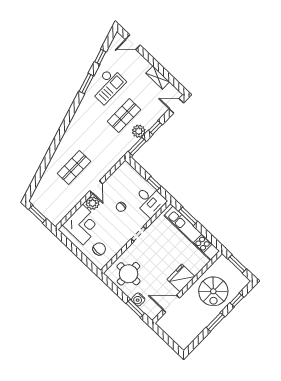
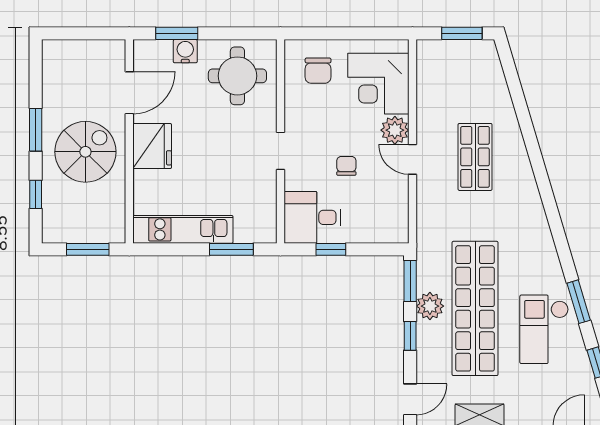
shop shelf: (124, 116) -> (475, 308), width x2.00, depth x1.36
kitchen unit: (192, 233) -> (183, 229), width x0.73
spiral stairs: (213, 291) -> (85, 152), moved, turned 90

